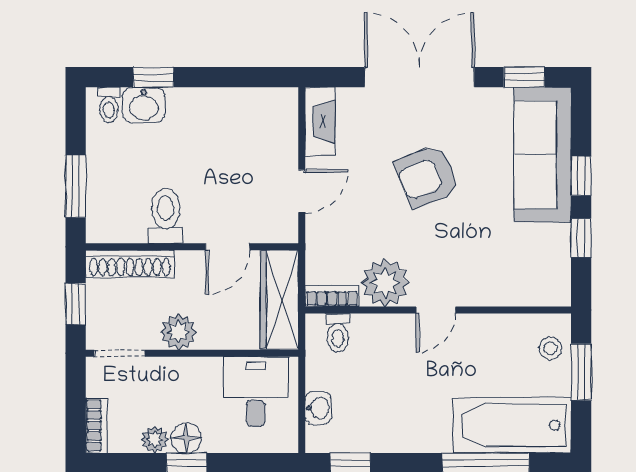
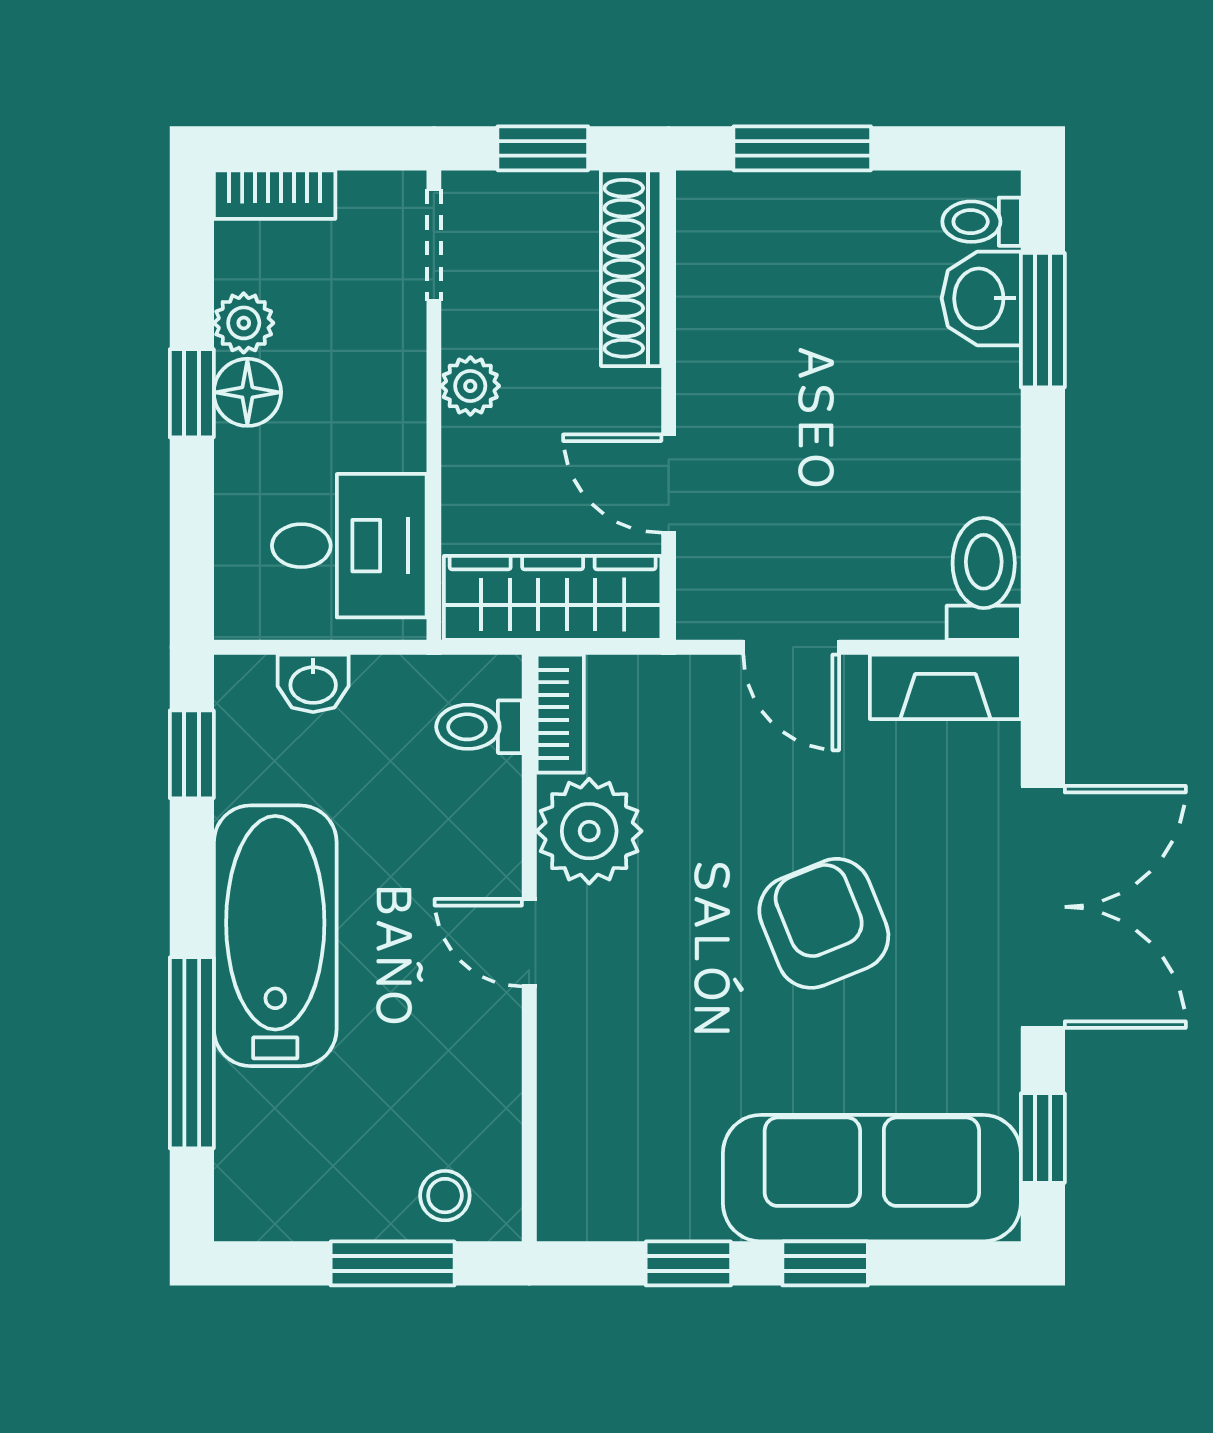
window: (153, 77) -> (1043, 320), width x1.50
toilet: (166, 216) -> (984, 579), moved, turned -90
plant: (178, 332) -> (470, 386), width x0.73, depth x0.73
bathtub: (512, 425) -> (275, 936), moved

